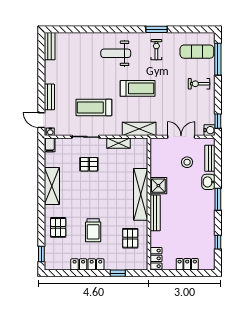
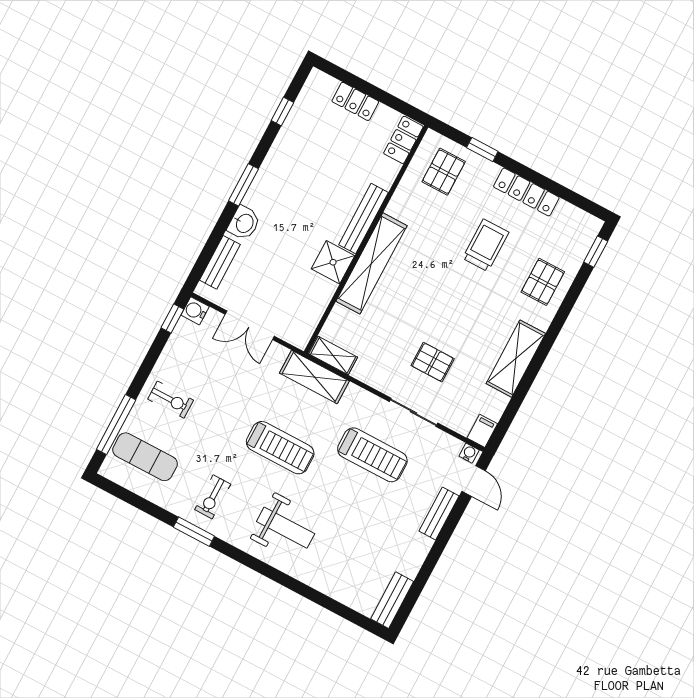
treadmill: (138, 88) -> (280, 448), turned 180
shelving: (119, 143) -> (333, 356), moved
stool: (187, 162) -> (263, 276), removed
pallet: (130, 238) -> (444, 172), moved

